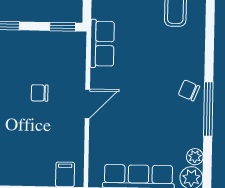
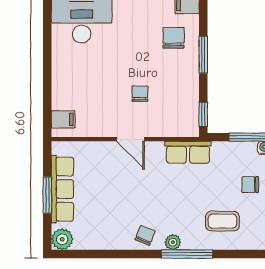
window: (208, 109) -> (187, 254), moved
plant: (195, 157) -> (173, 242), moved

